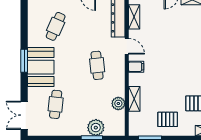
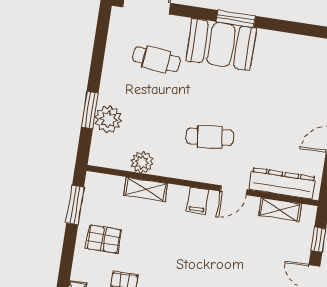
cafe table: (56, 26) -> (284, 79), removed
pallet: (168, 119) -> (104, 239), turned 90

